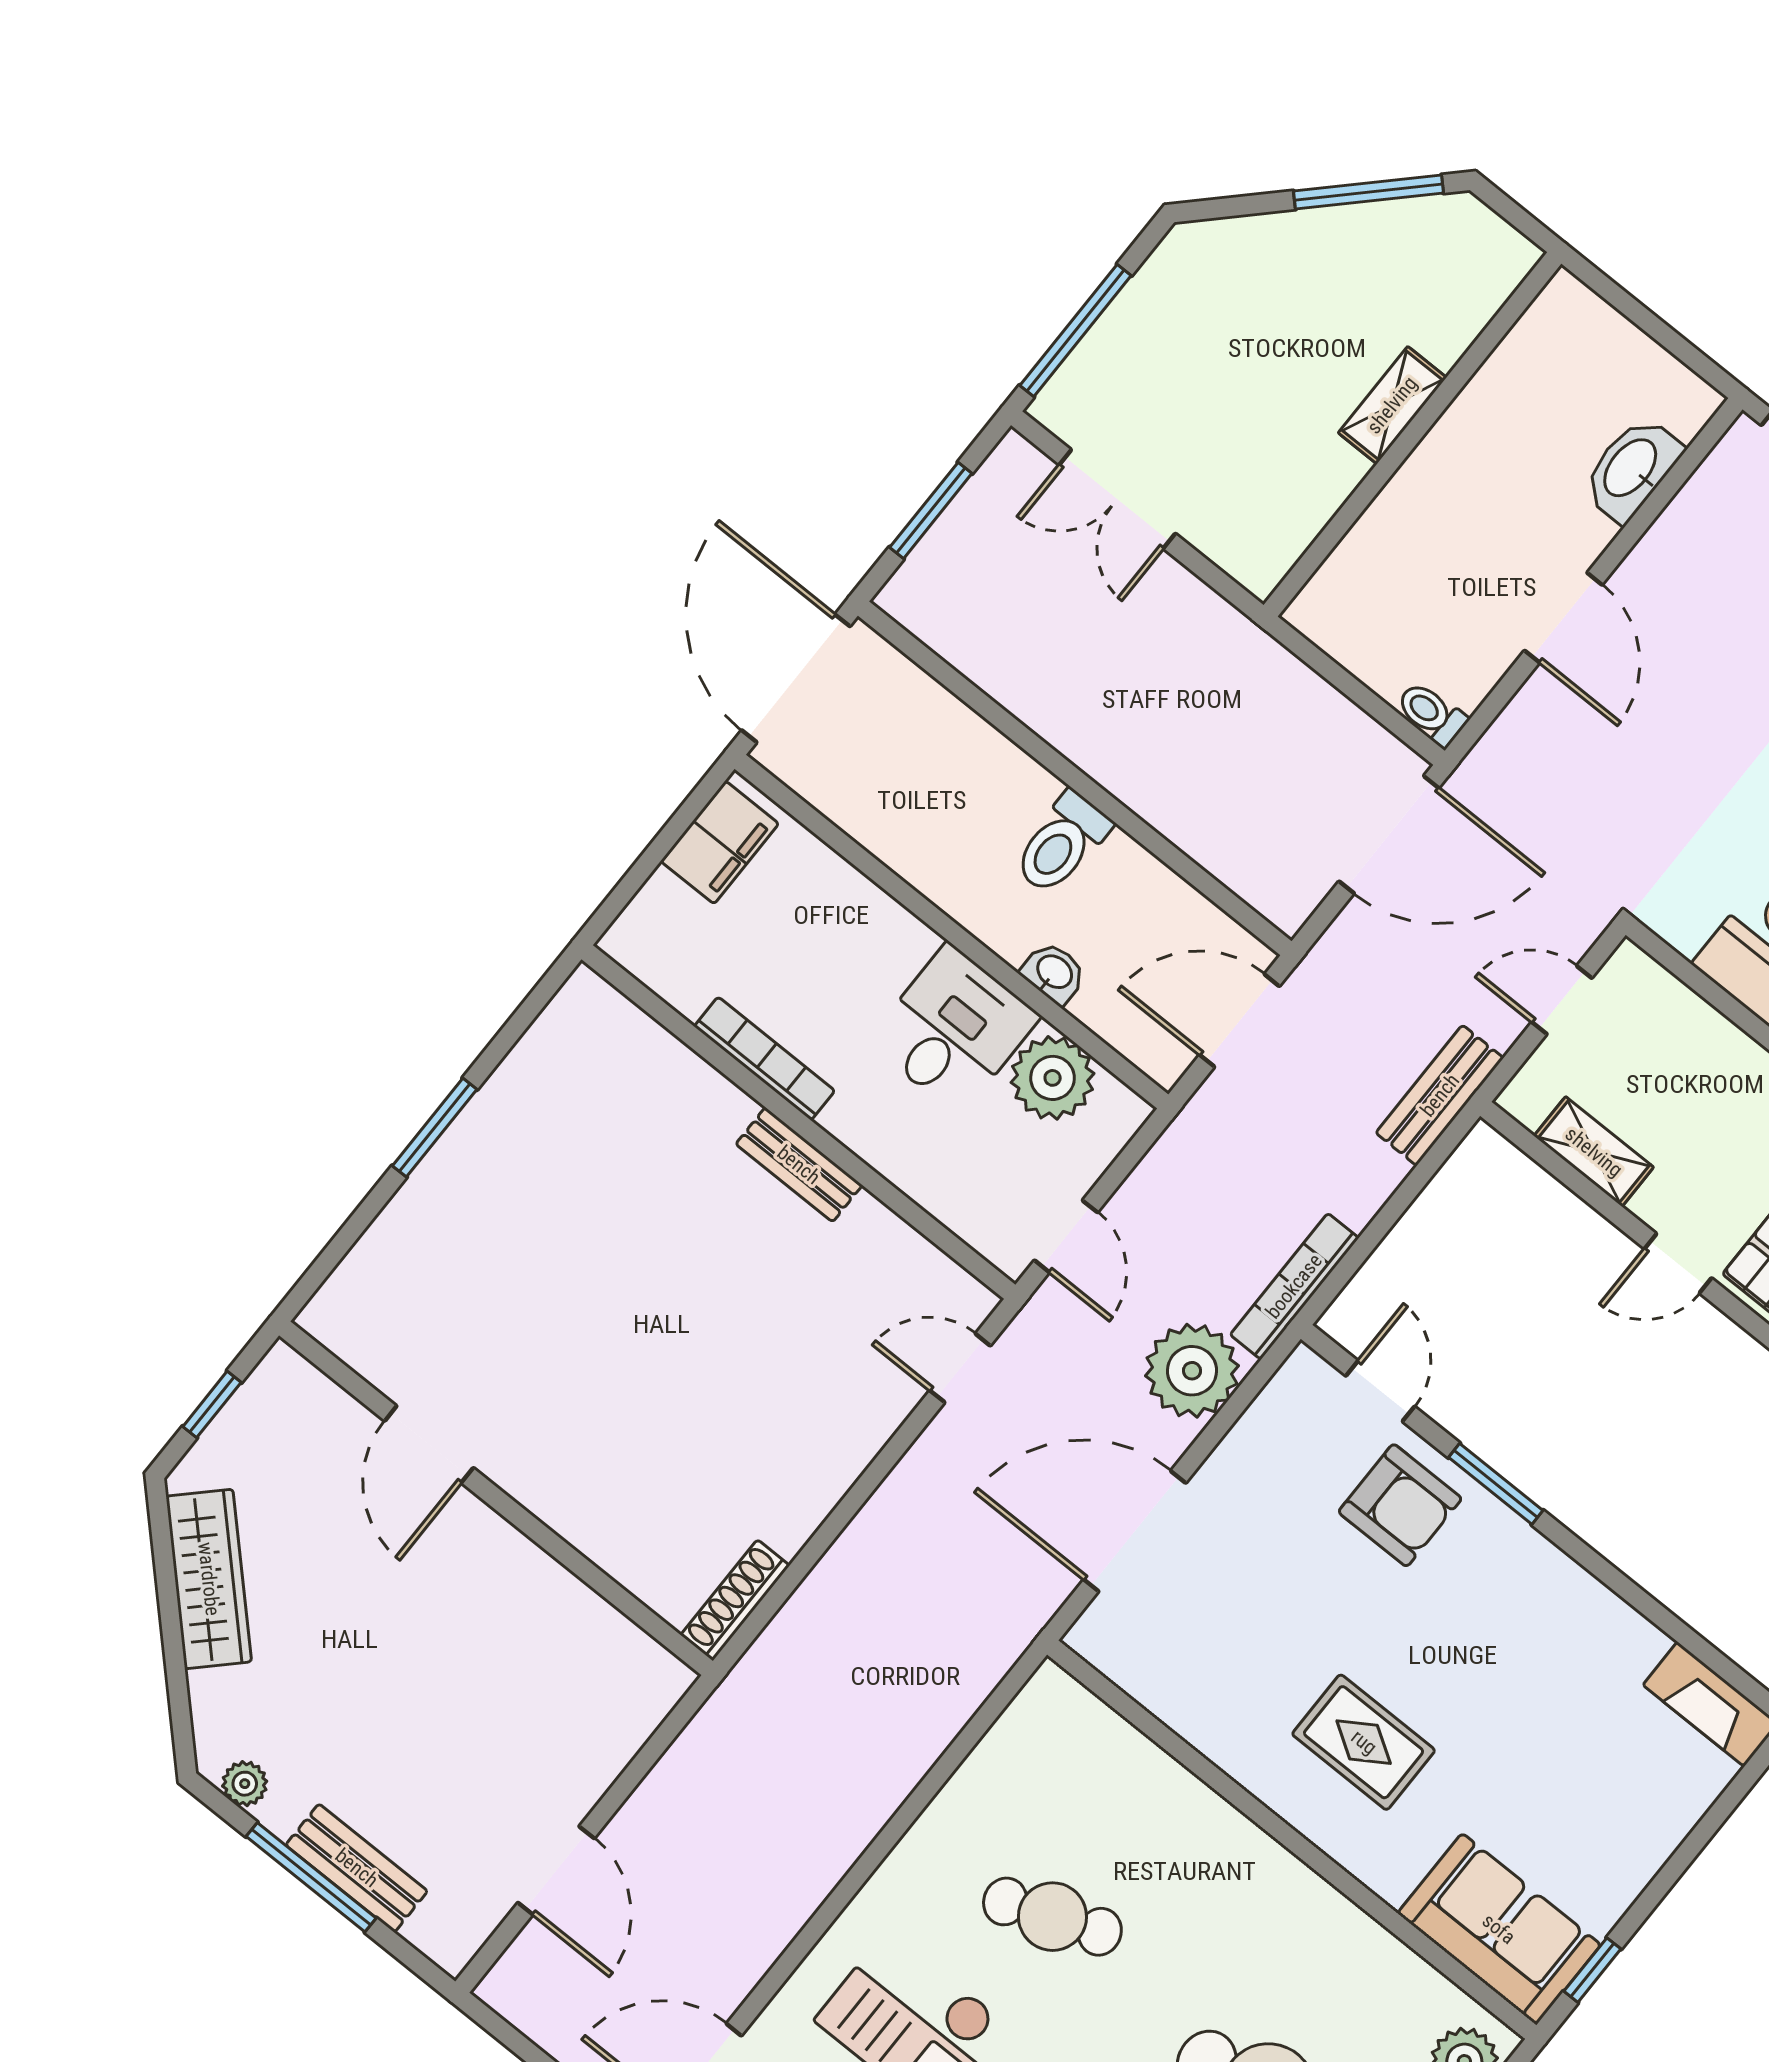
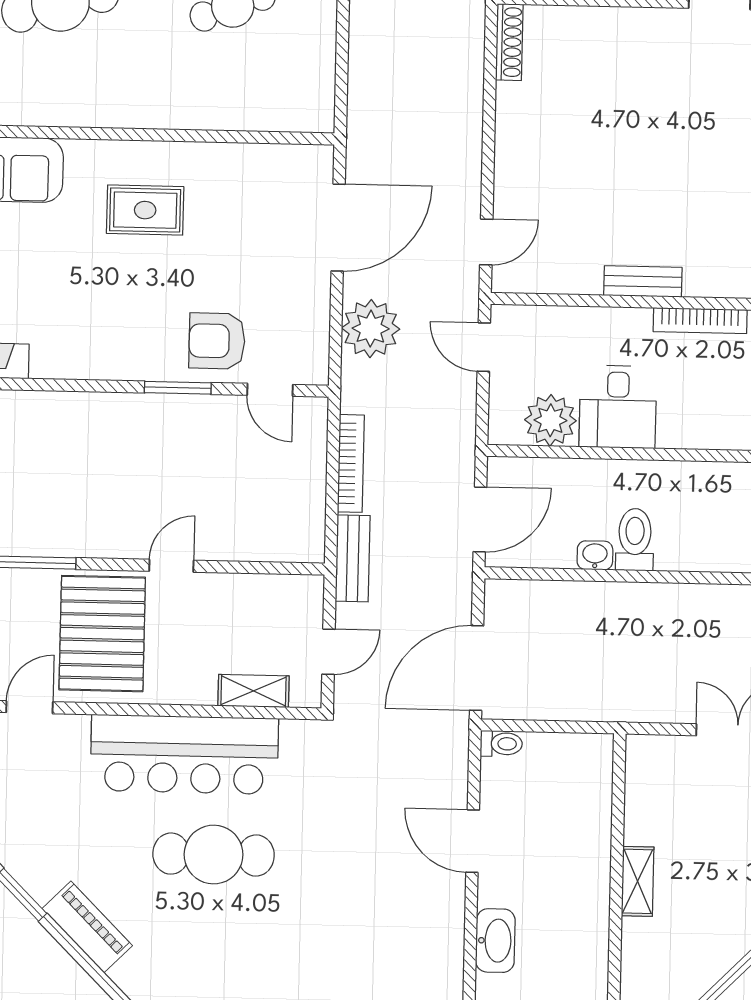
washbasin: (1054, 973) -> (595, 555), moved, turned 180
shelving: (1594, 1152) -> (254, 691), moved
bookcase: (1294, 1286) -> (351, 463), moved

